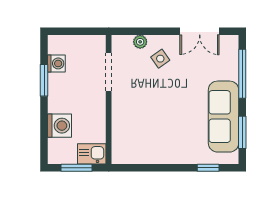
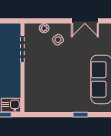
window: (208, 168) -> (81, 115), moved

